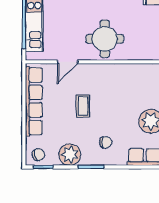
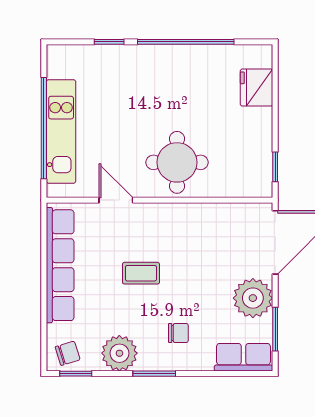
door: (68, 62) -> (116, 200), swing flipped
coffee table: (83, 106) -> (141, 273), turned 90

